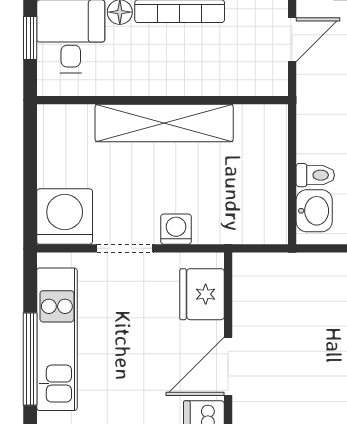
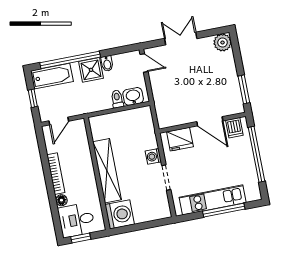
door: (292, 40) -> (59, 121), swing flipped
washing machine: (65, 216) -> (120, 214), moved, turned 180

